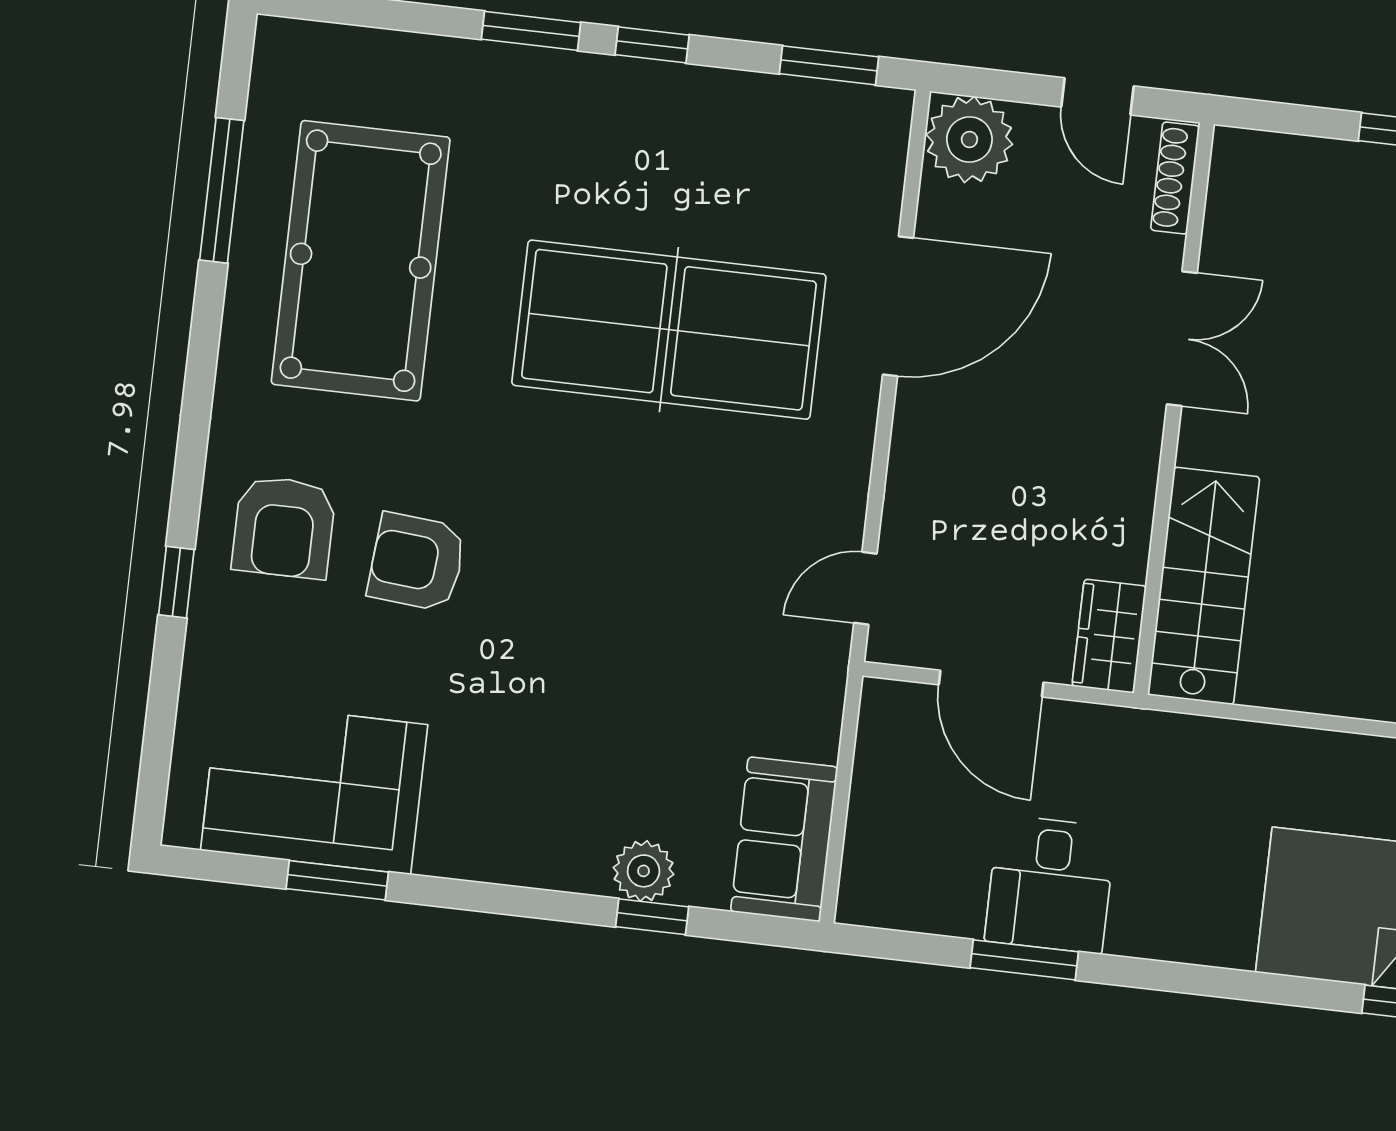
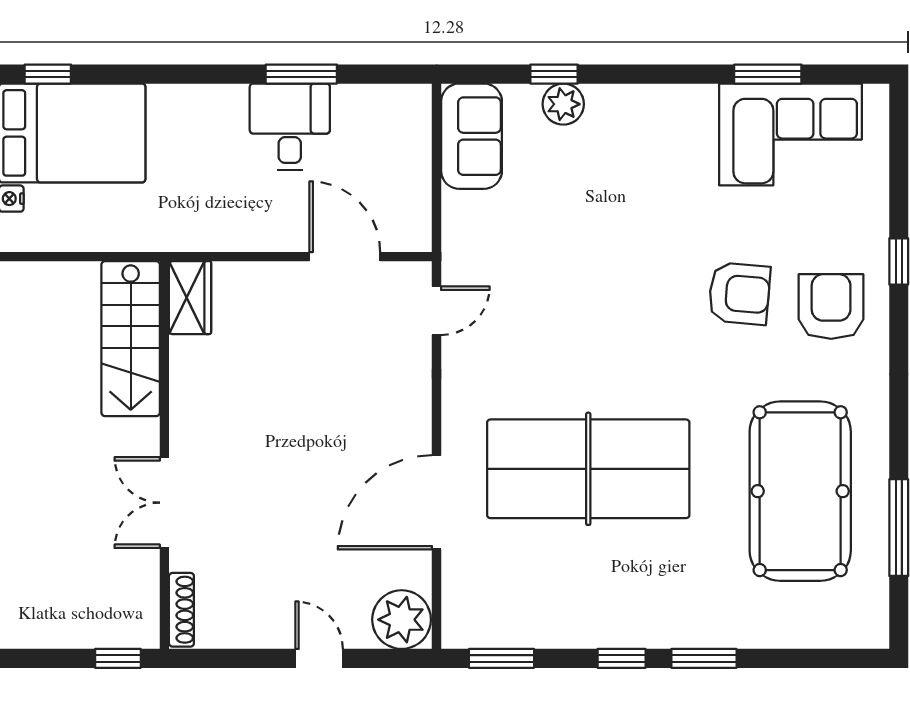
shoe rack: (1175, 178) -> (181, 610), moved
double door: (1182, 339) -> (164, 503), moved
wall: (1174, 409) -> (164, 455), moved
stairs: (1204, 586) -> (131, 339), moved
wardrobe: (1109, 636) -> (190, 298), moved

